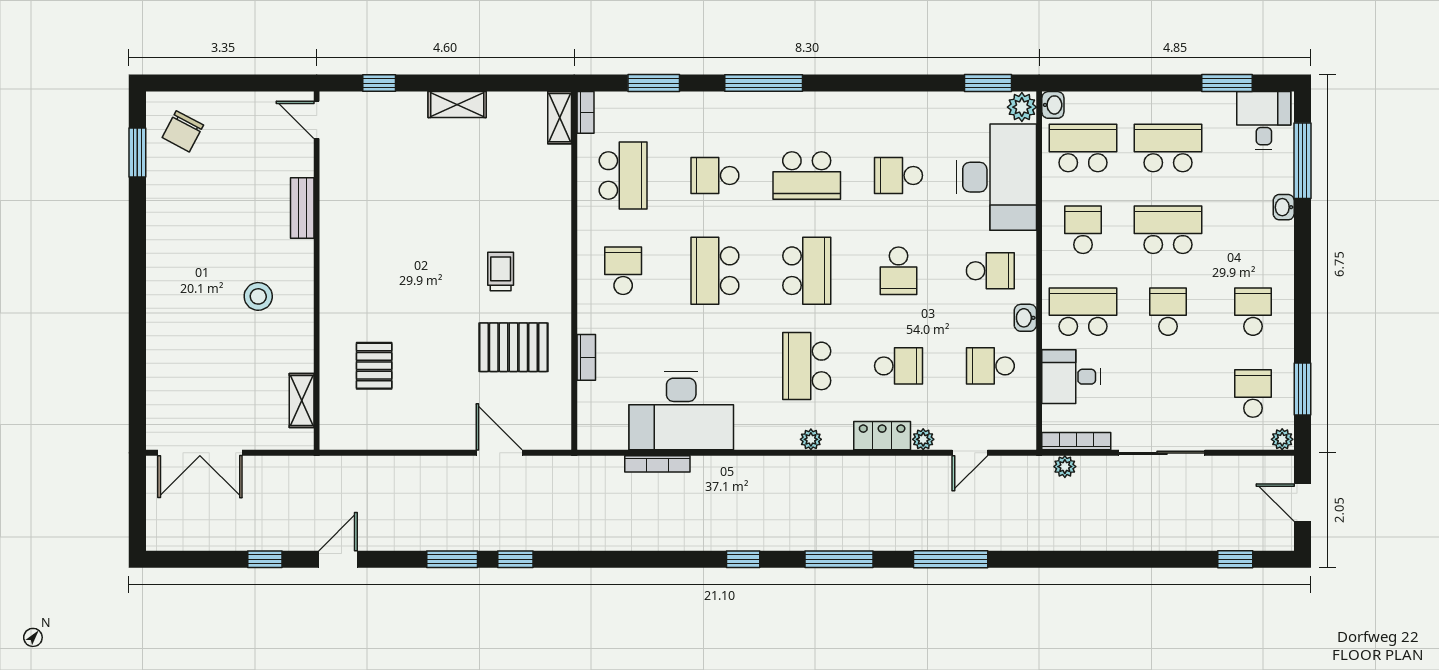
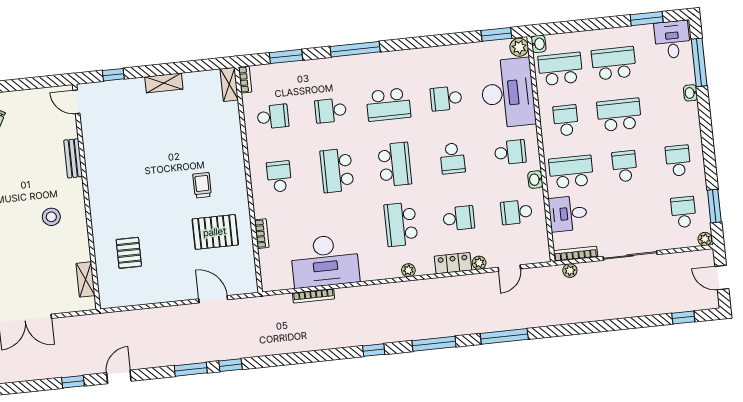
school desk: (623, 175) -> (273, 117), width x0.54

